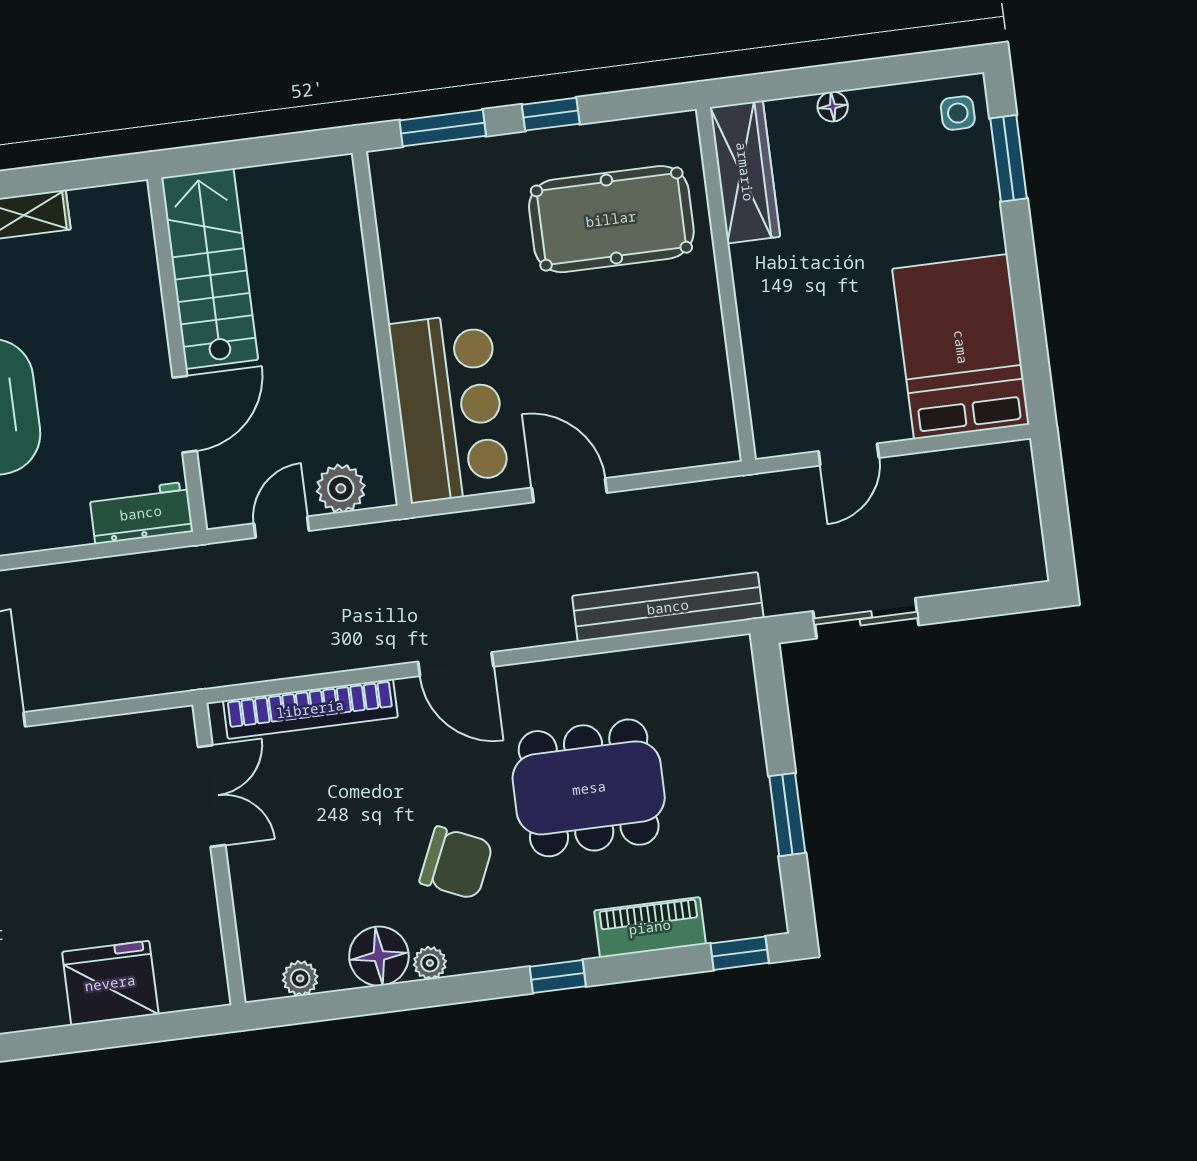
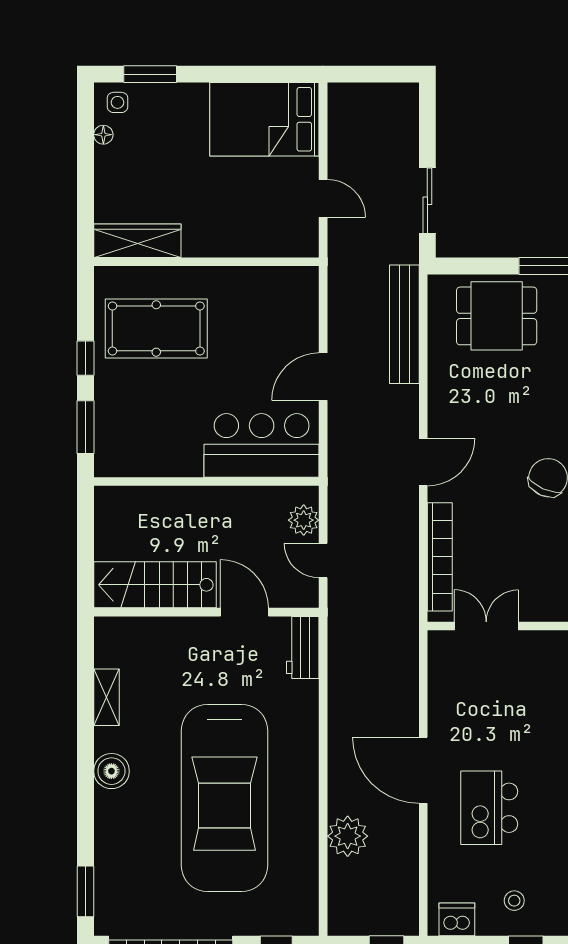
floor lamp: (833, 107) -> (103, 135), moved
pool table: (611, 219) -> (156, 328), turned 90
dining table: (589, 788) -> (497, 316), moved, width x0.73

